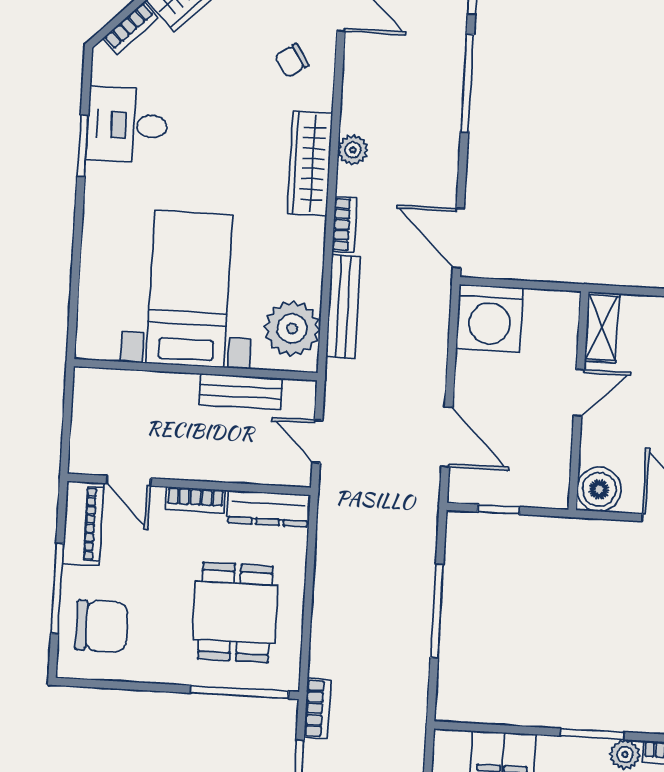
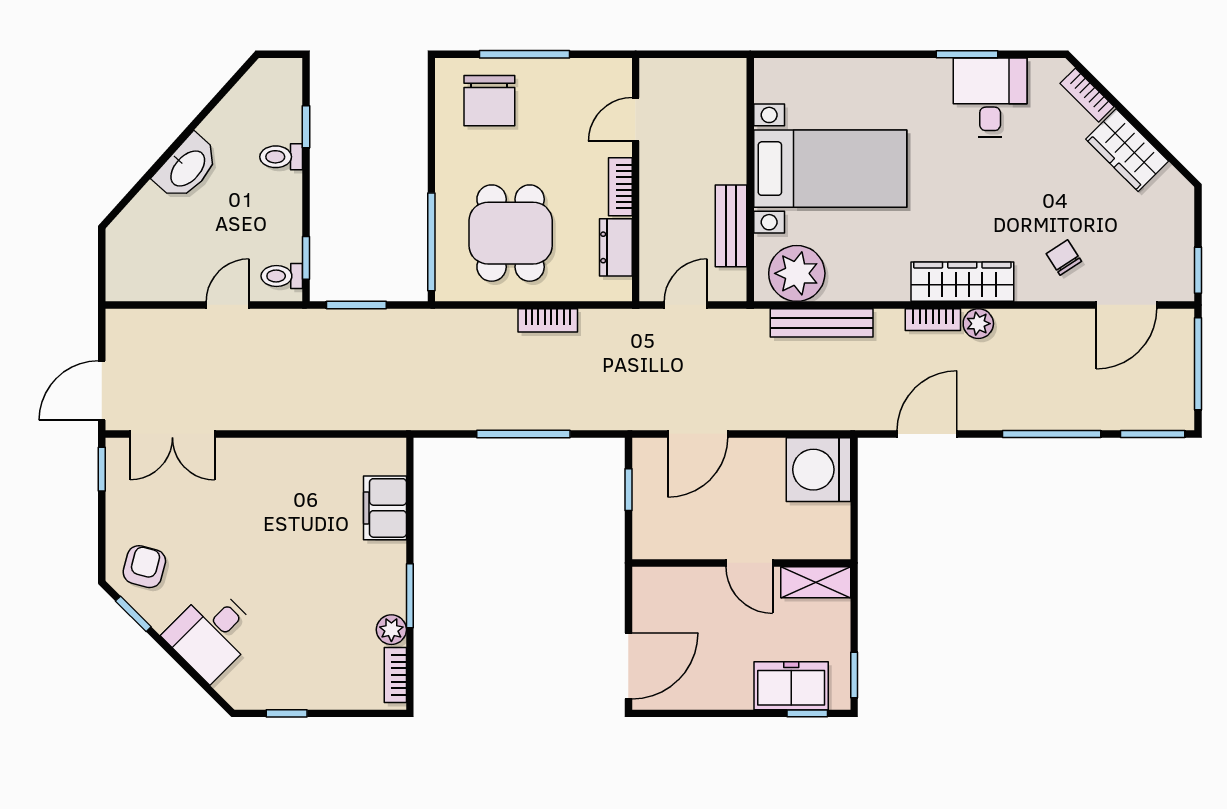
bookcase: (344, 225) -> (933, 320), moved
door: (458, 238) -> (927, 434), moved
boiler: (599, 489) -> (654, 589), removed
dresser: (268, 509) -> (616, 247), width x0.70
piano: (83, 524) -> (590, 76), removed
dining table: (235, 612) -> (511, 233), turned 90
bookcase: (317, 708) -> (548, 320), moved

